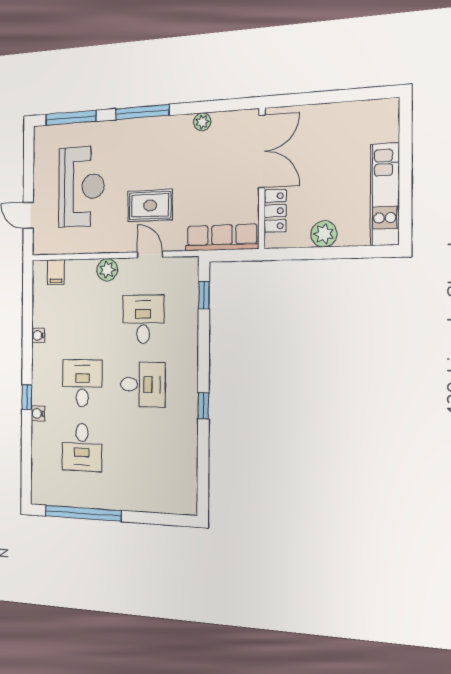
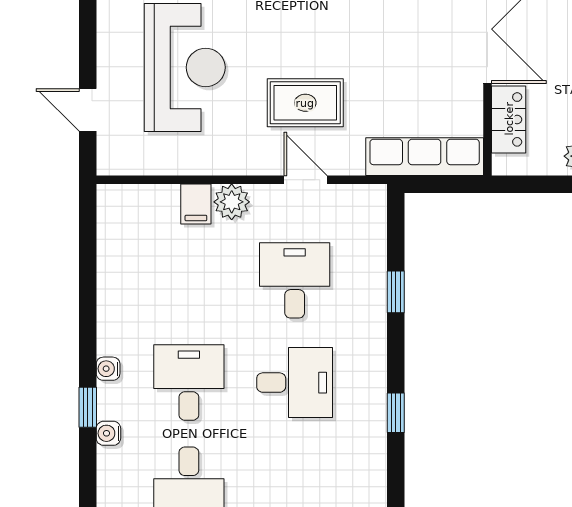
filing cabinet: (56, 272) -> (196, 204), moved
window: (204, 295) -> (396, 292), moved
water cooler: (38, 335) -> (108, 369), moved

